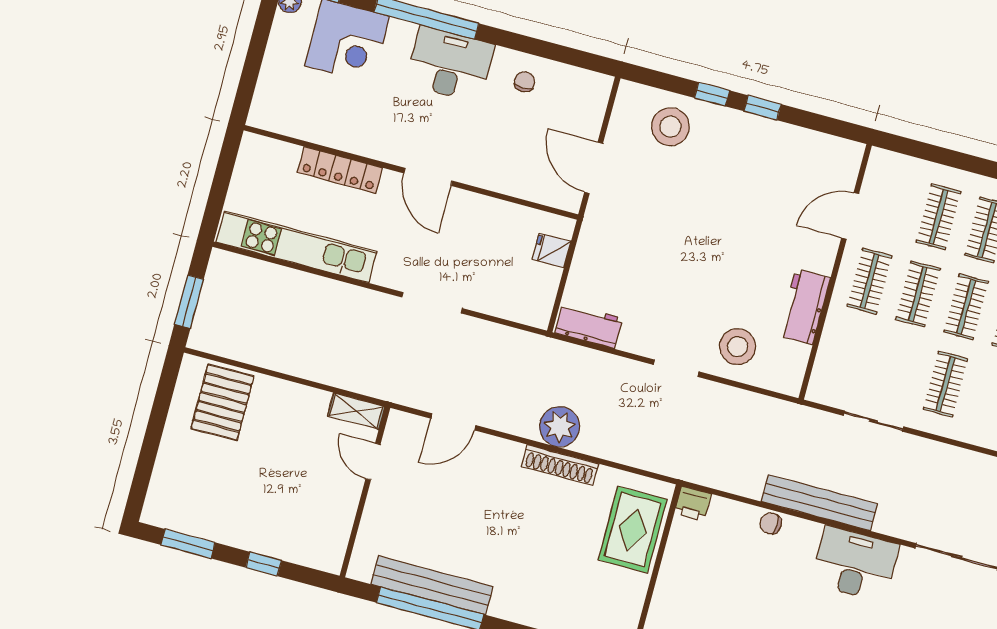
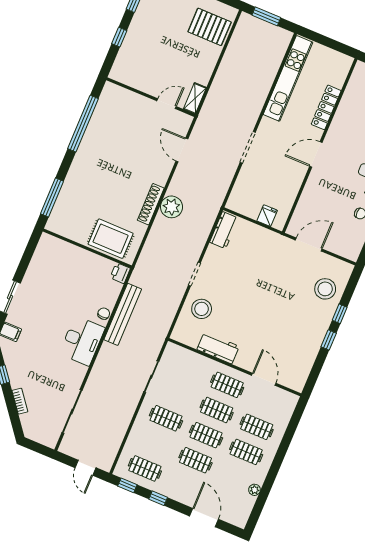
bench: (819, 503) -> (123, 314), moved
desk: (855, 564) -> (82, 341), moved
bench: (432, 585) -> (95, 126), removed

